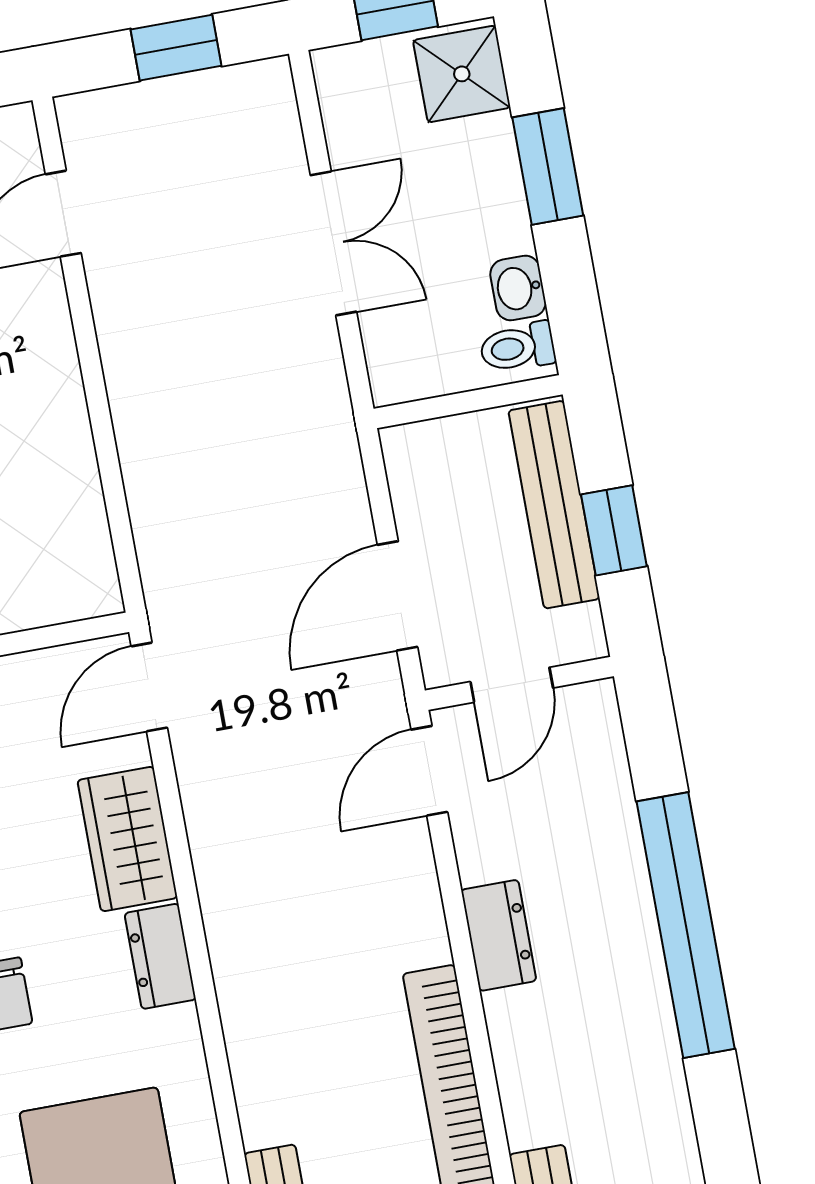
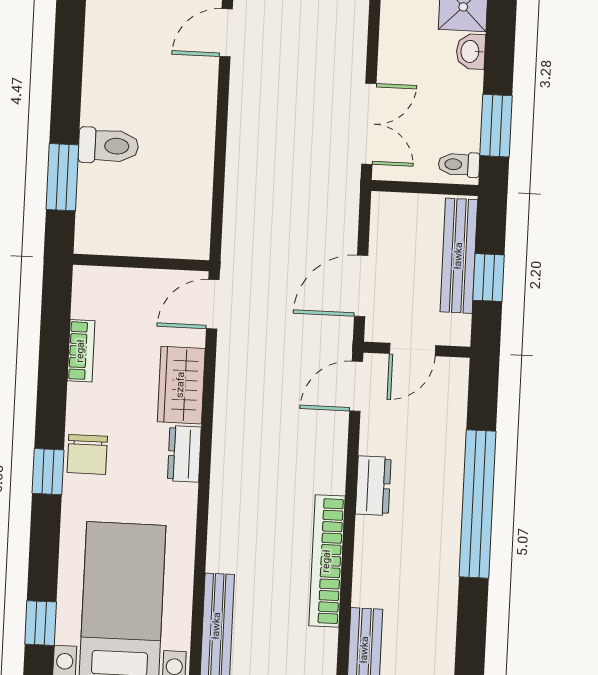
window: (548, 167) -> (496, 126), moved
double door: (333, 243) -> (369, 124), moved
washbasin: (518, 288) -> (471, 51), moved

